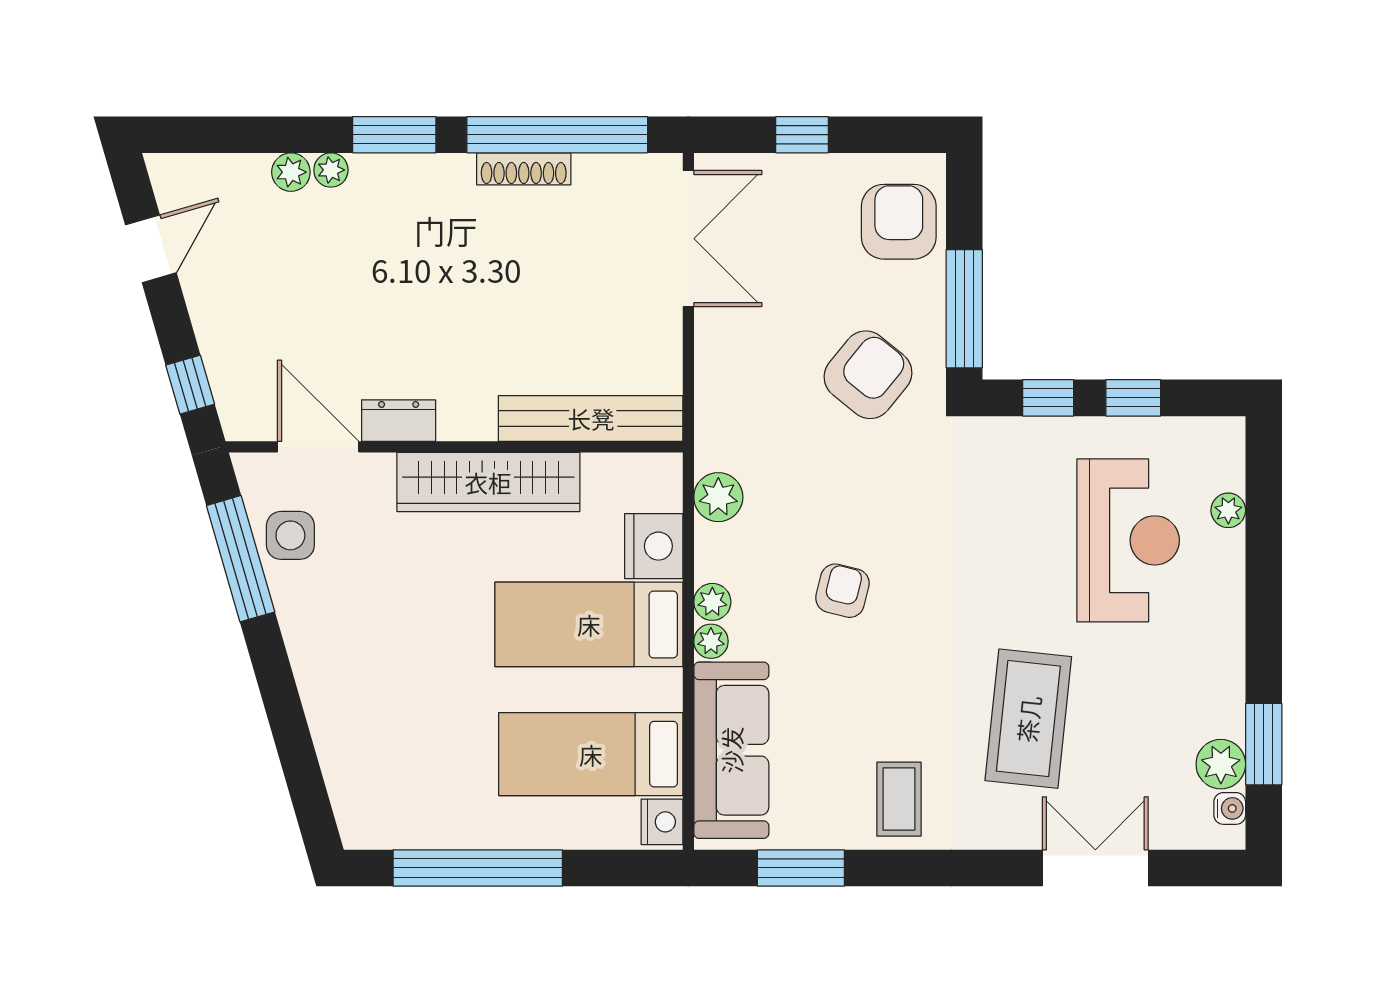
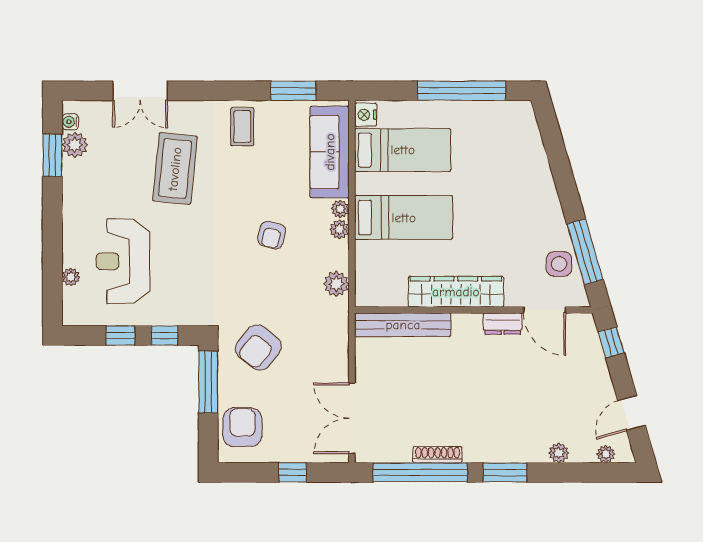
plant: (331, 170) -> (606, 454), moved
armchair: (899, 222) -> (242, 427), turned 180
nightstand: (654, 546) -> (370, 258), removed

